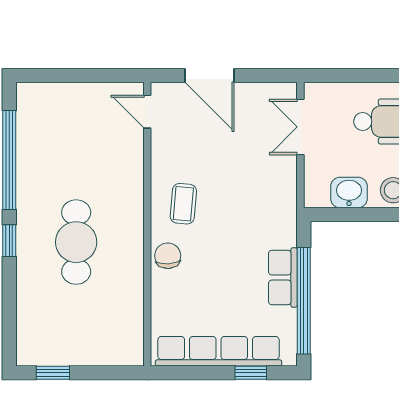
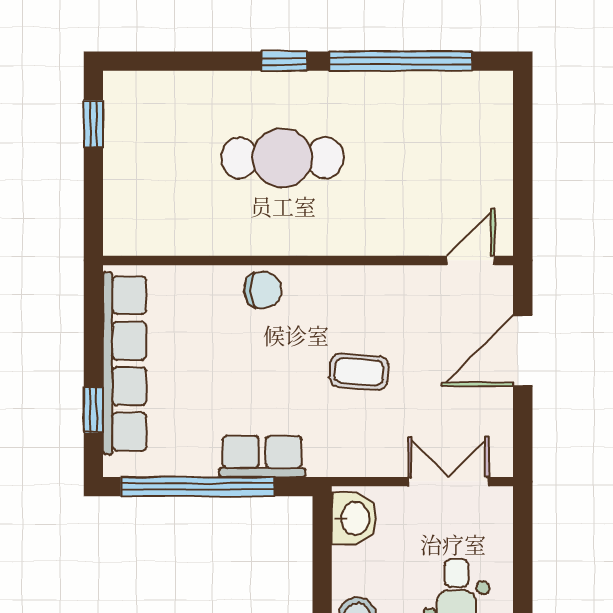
washbasin: (349, 192) -> (354, 519), moved
coffee table: (183, 204) -> (359, 372), moved
row of seats: (283, 277) -> (262, 456), moved

